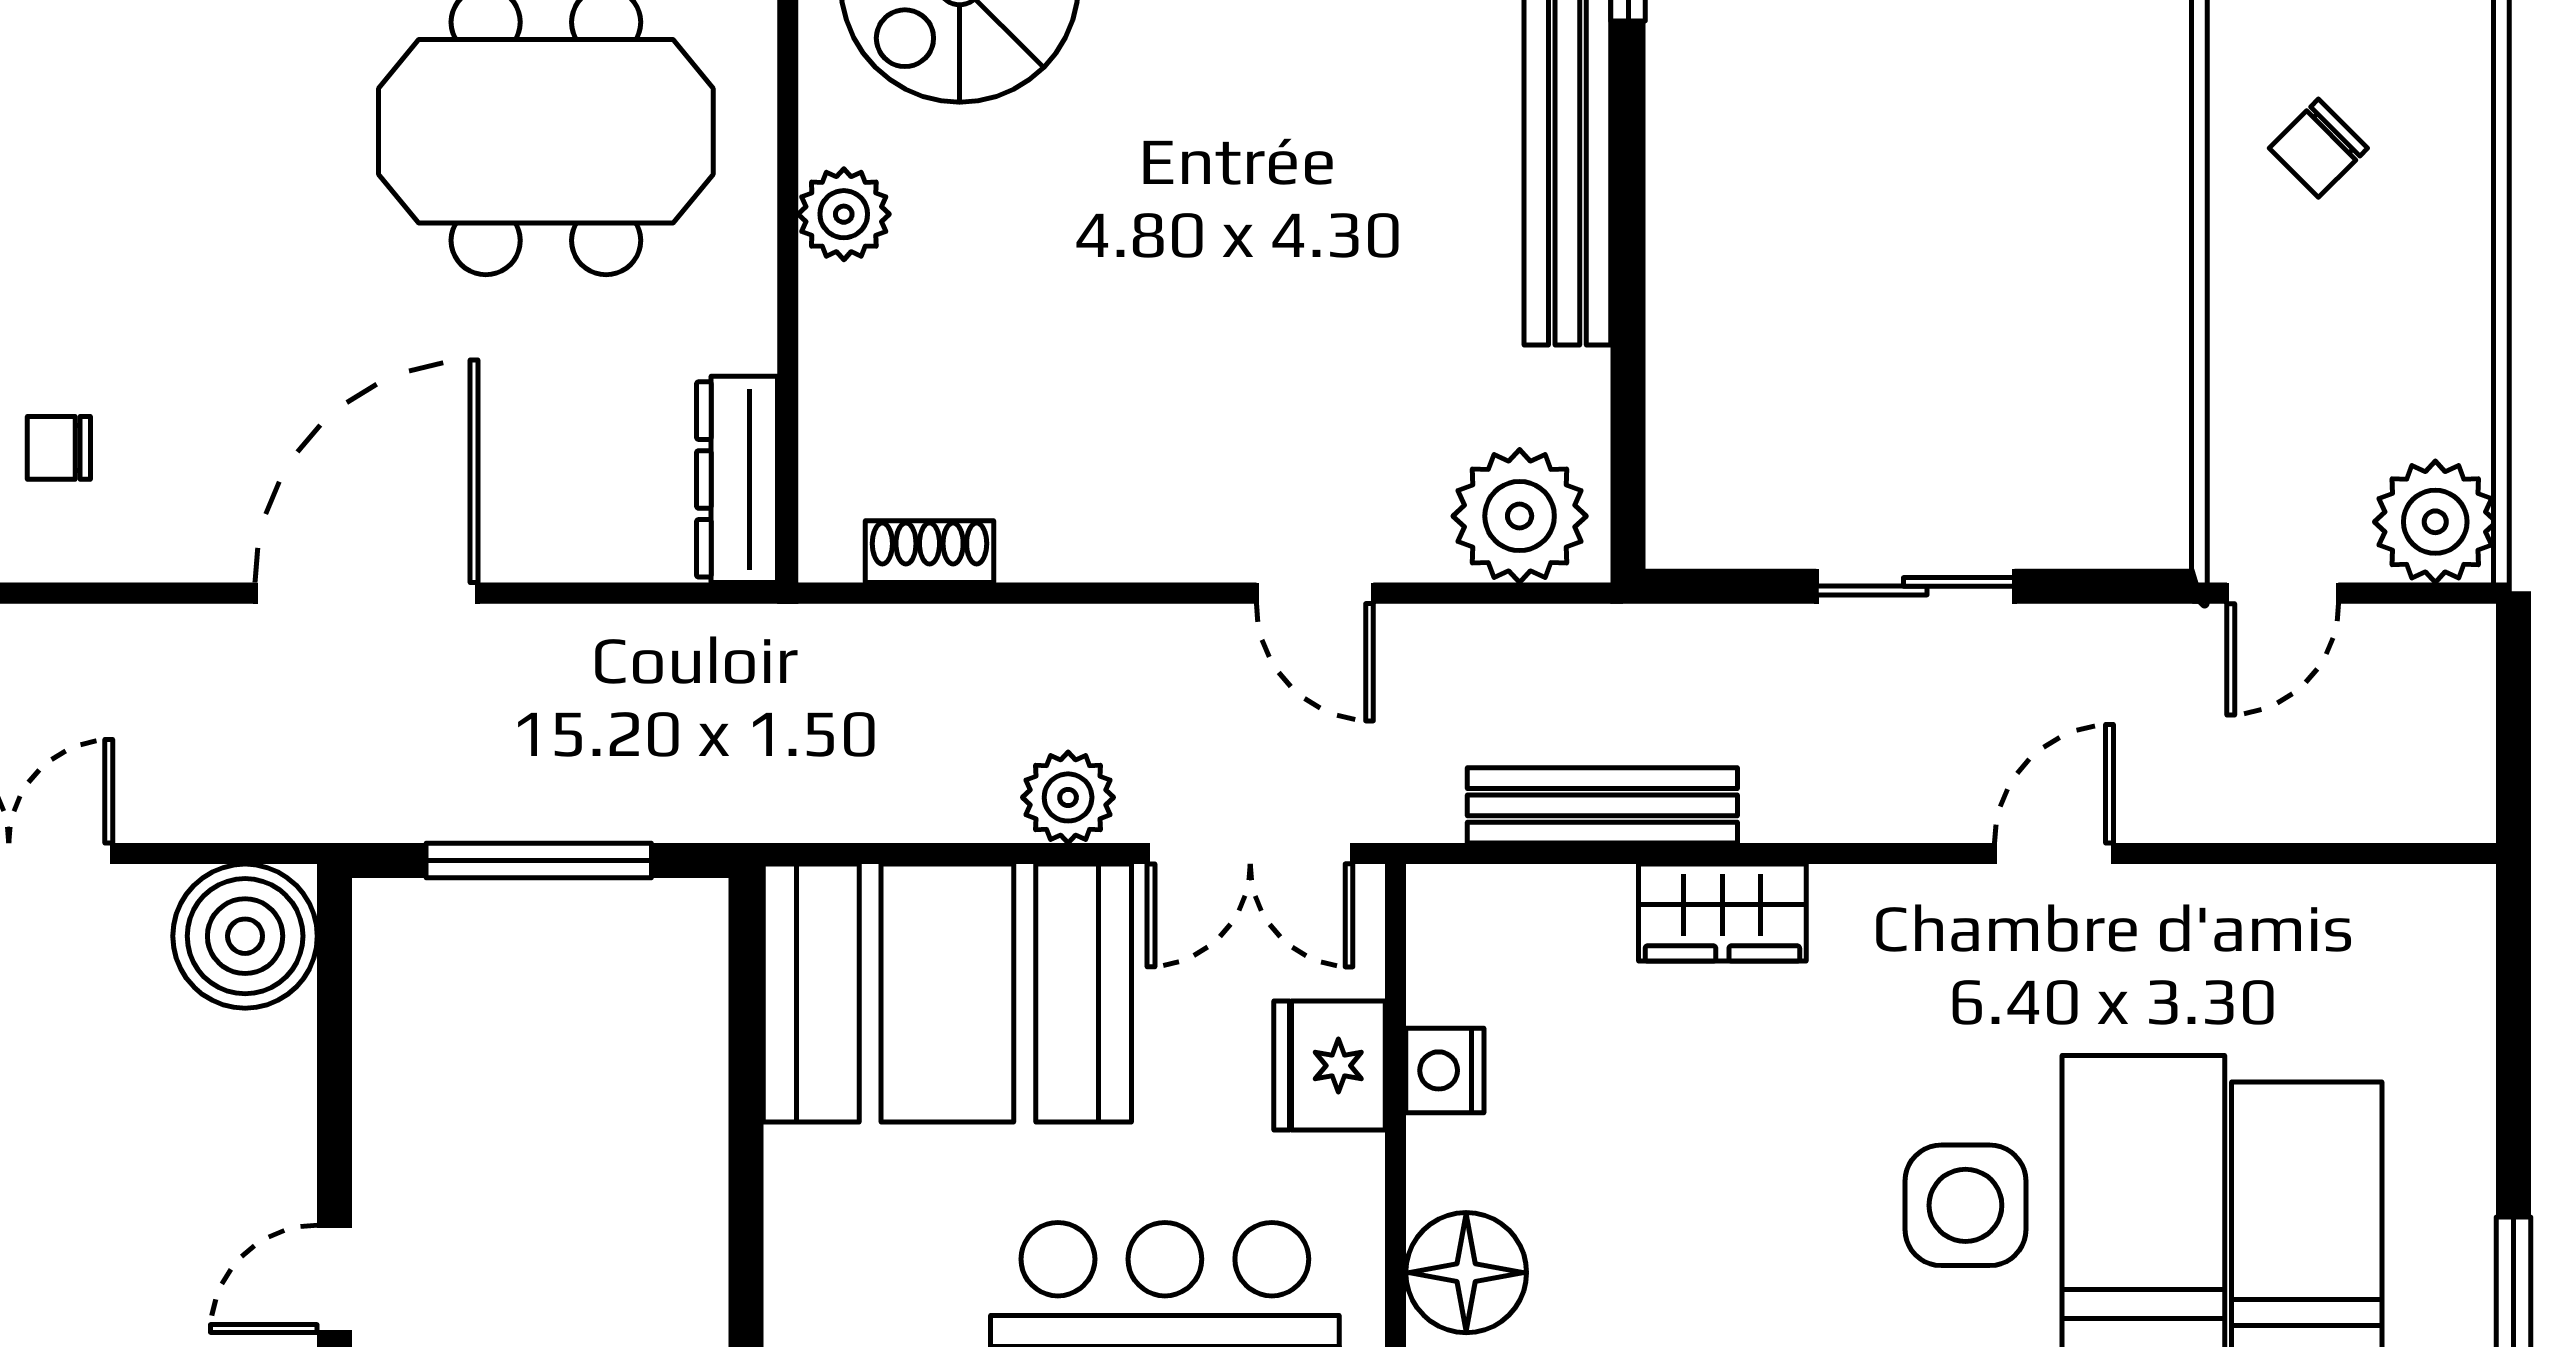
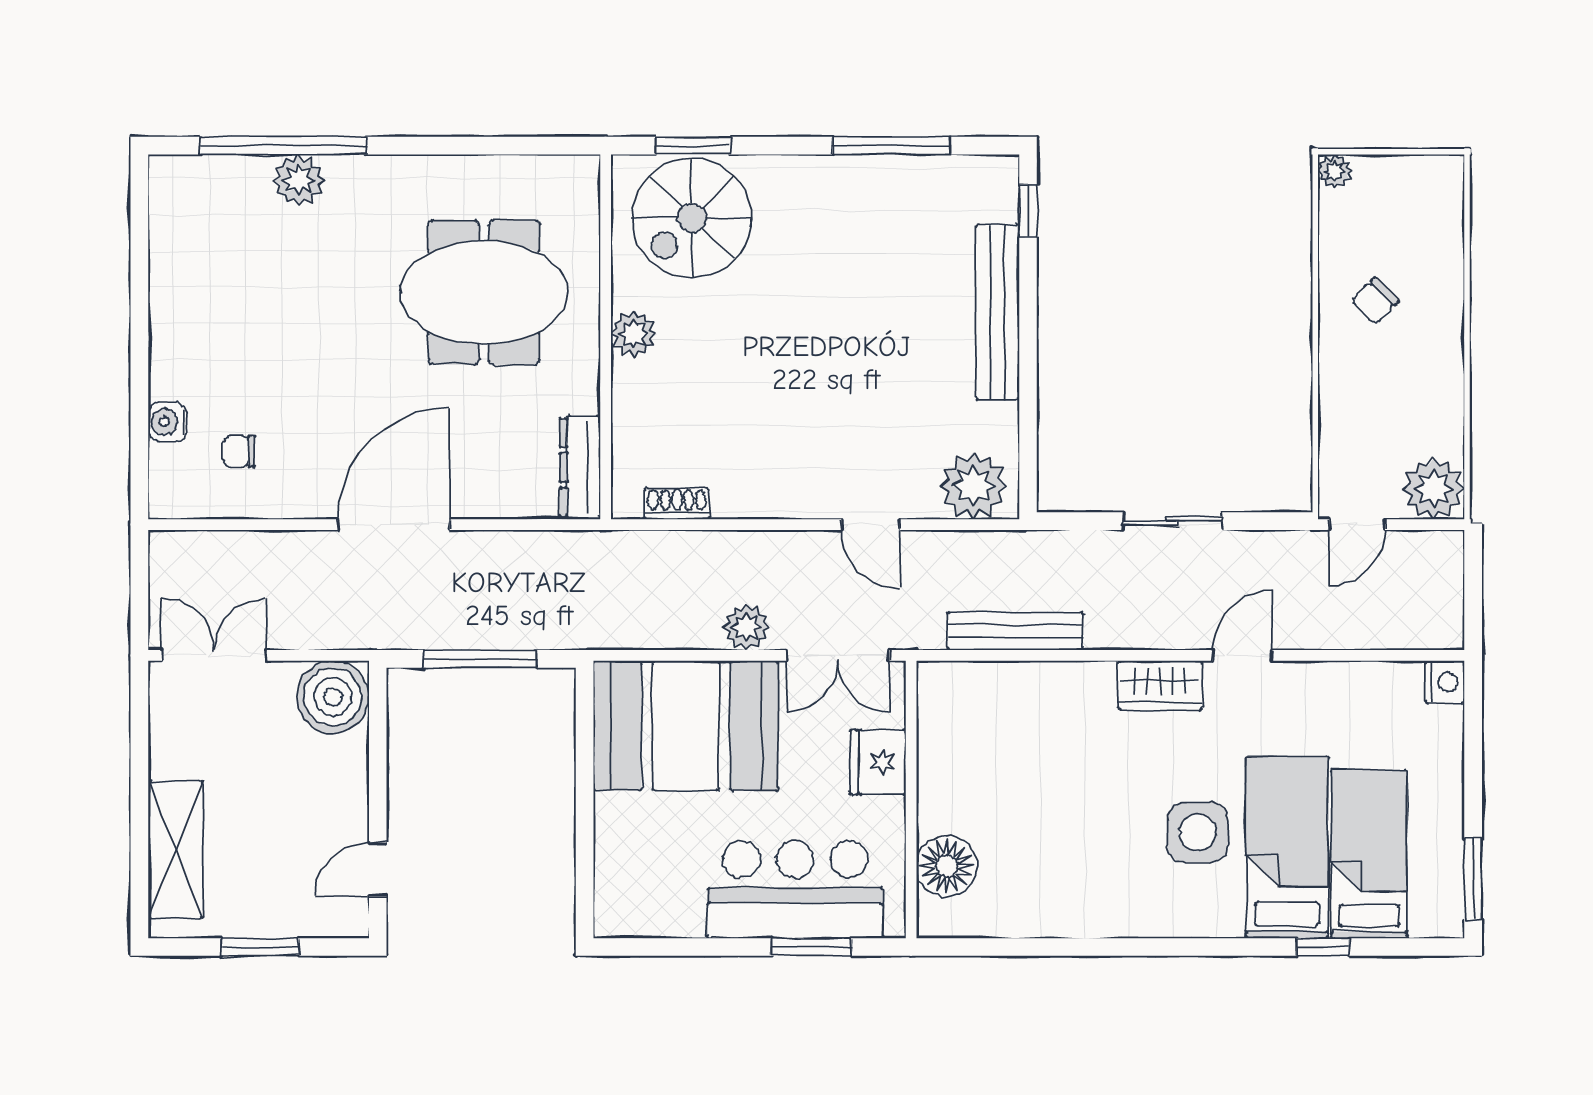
wardrobe: (1722, 913) -> (1160, 685), moved
nightstand: (1445, 1070) -> (1445, 682), moved, turned 180

